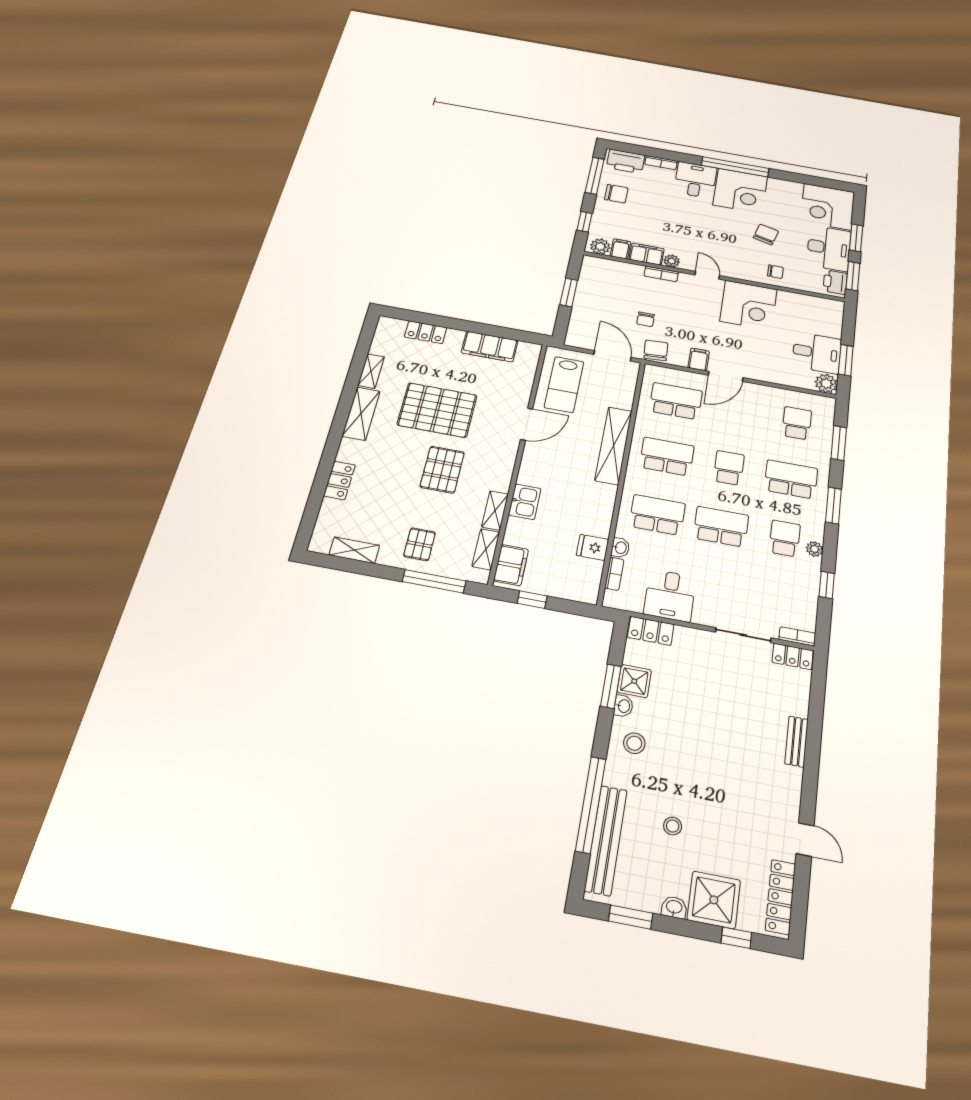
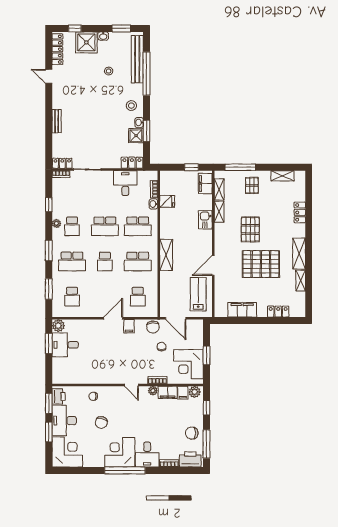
corner desk: (749, 305) -> (188, 364), moved, turned -90
school desk: (676, 401) -> (138, 297), width x0.54
shelving: (614, 445) -> (166, 255), width x0.68

